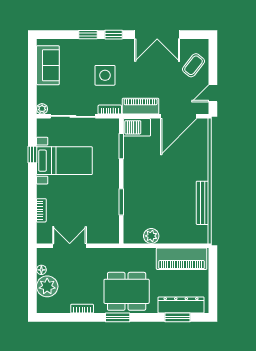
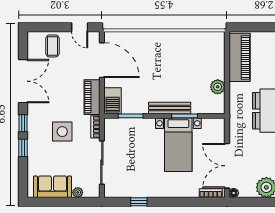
coffee table: (194, 65) -> (52, 46), turned 52
plant: (42, 109) -> (78, 192), moved
bed with nightstands: (64, 161) -> (178, 145), moved, turned 180
bench: (202, 203) -> (170, 108), moved
bookcase: (41, 210) -> (211, 193), moved
double door: (70, 246) -> (227, 166), width x1.37
floor lamp: (41, 270) -> (234, 193), moved

